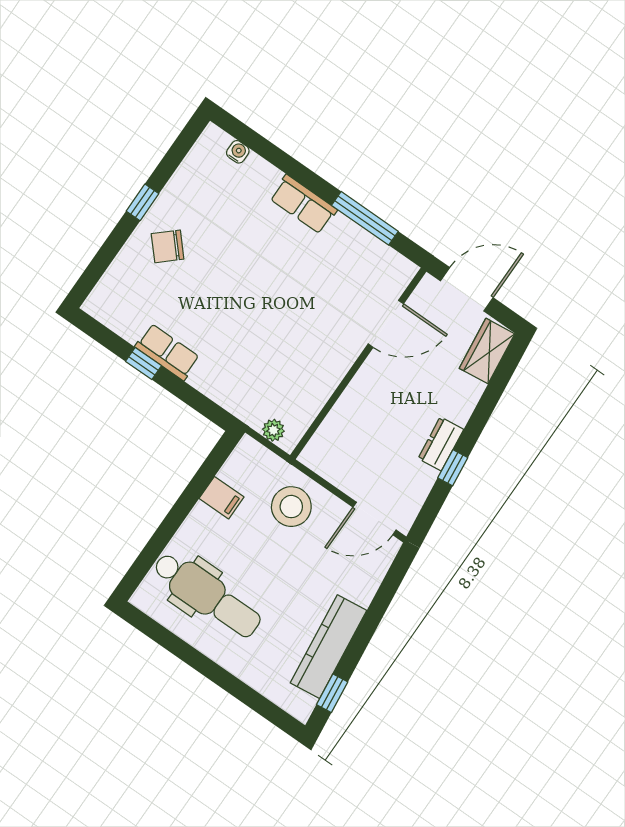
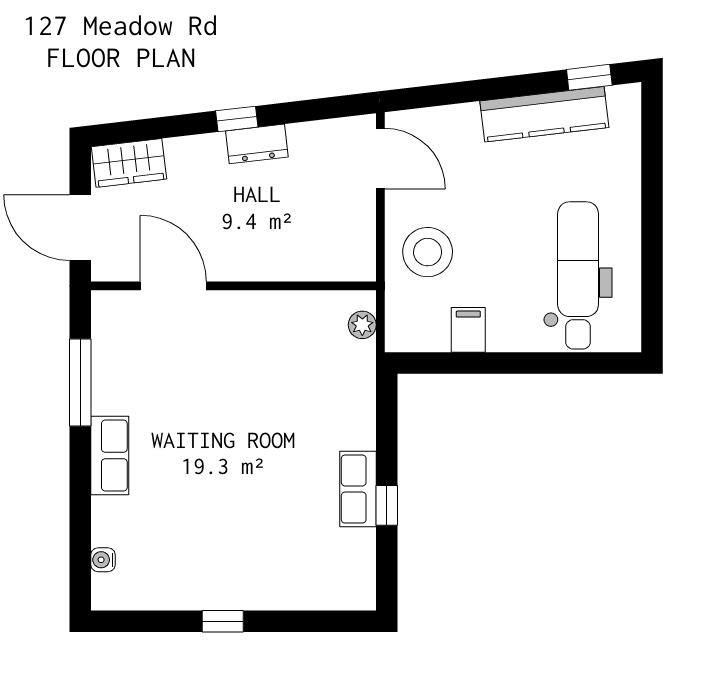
chair: (168, 246) -> (250, 564), removed
window: (453, 468) -> (237, 119), moved

